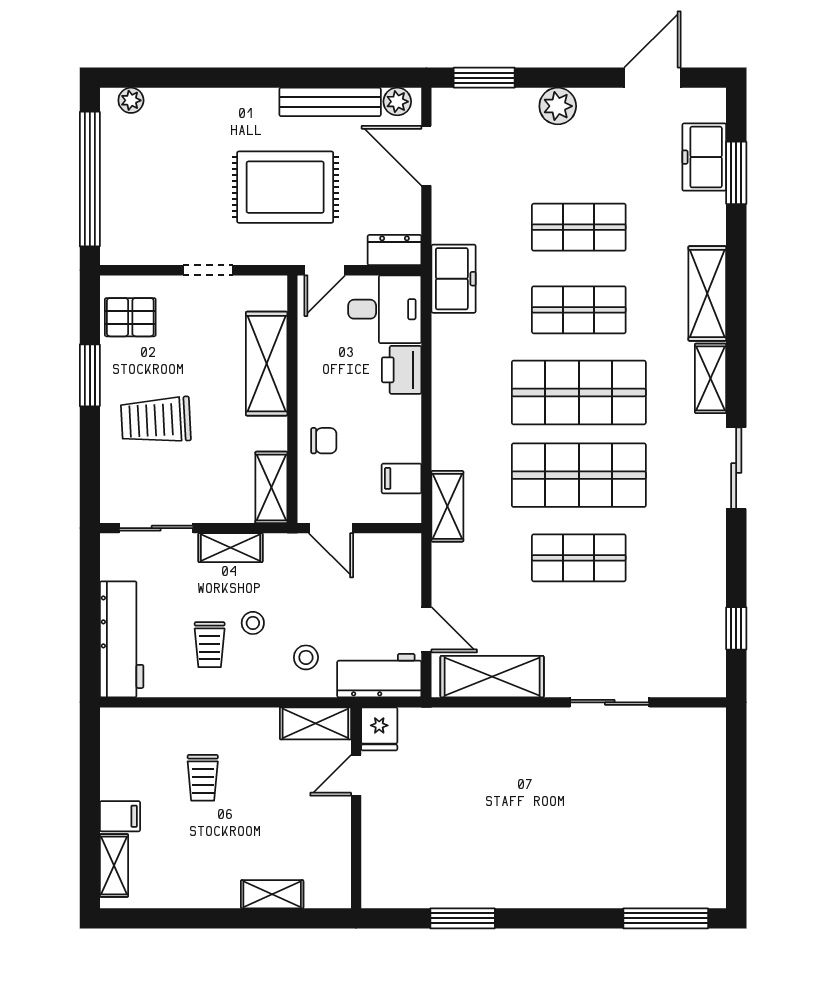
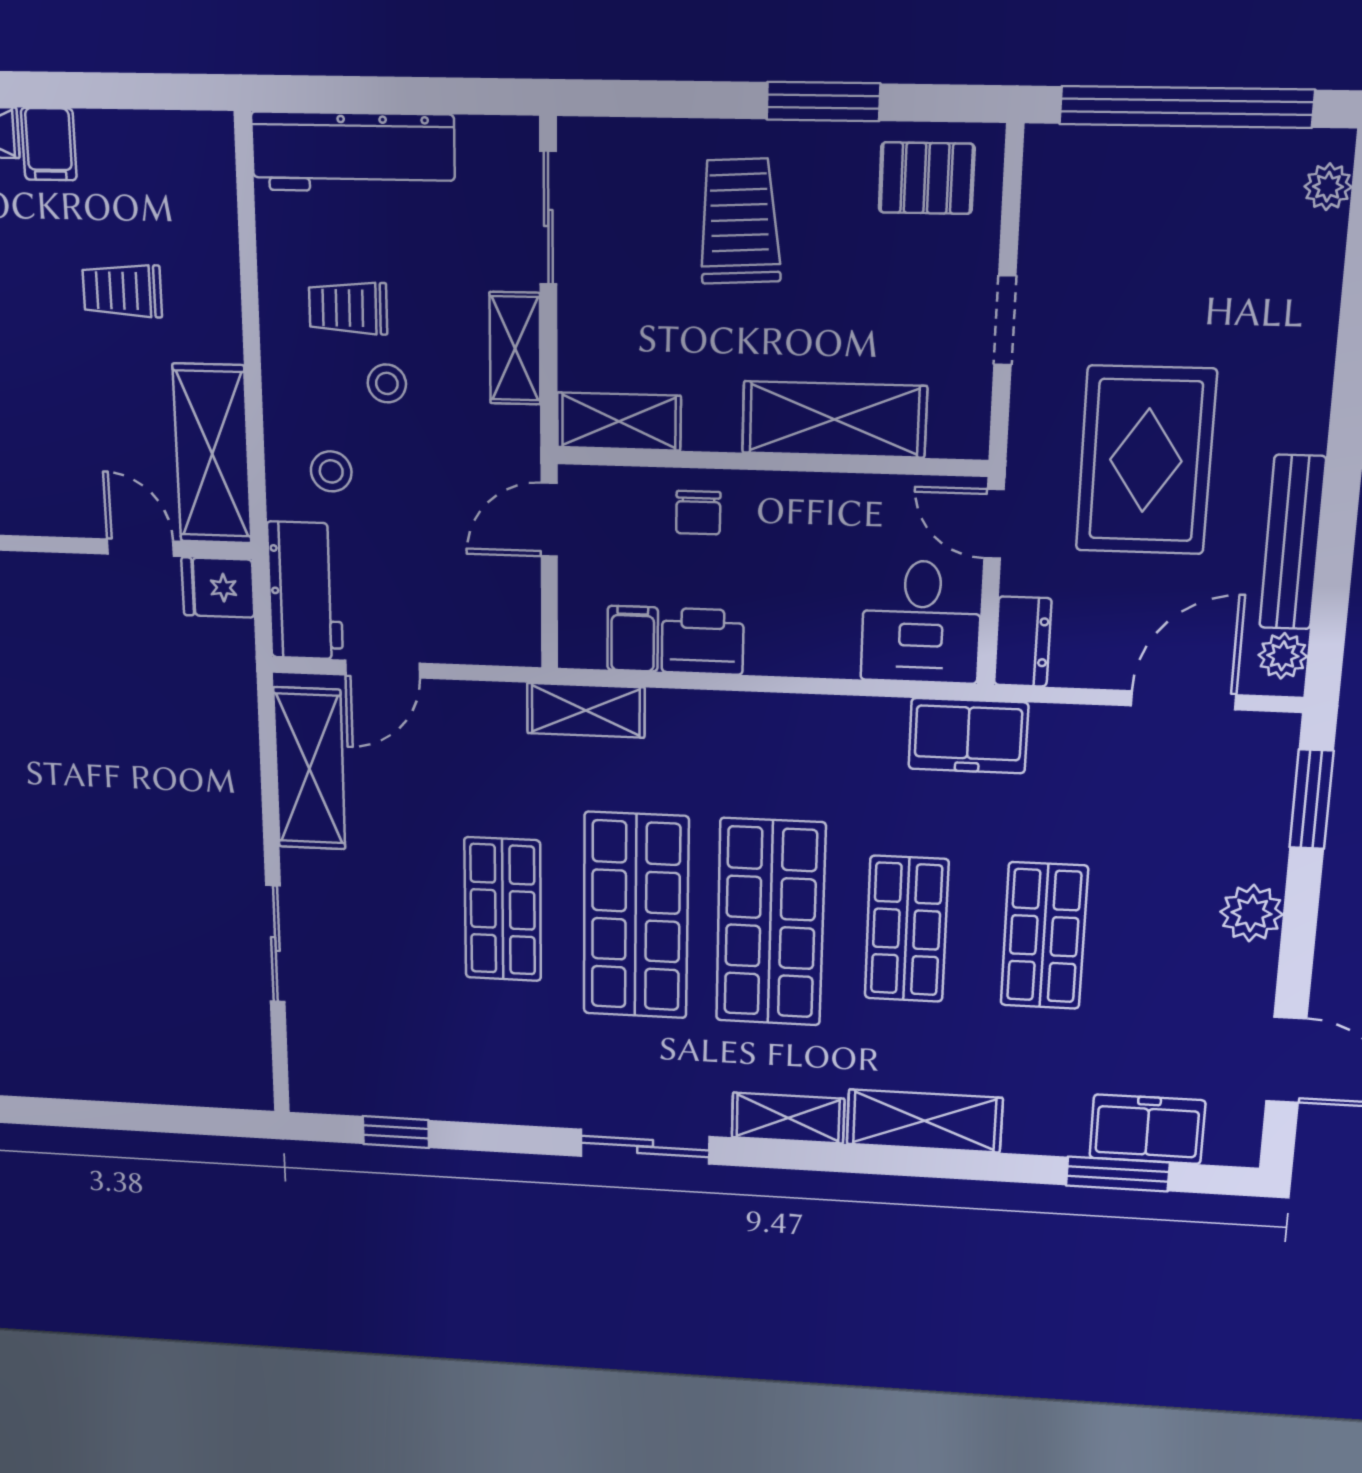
pallet: (130, 317) -> (927, 178), turned 90
printer: (402, 370) -> (703, 641), moved
shelving: (315, 723) -> (212, 454), width x1.50, depth x1.33

